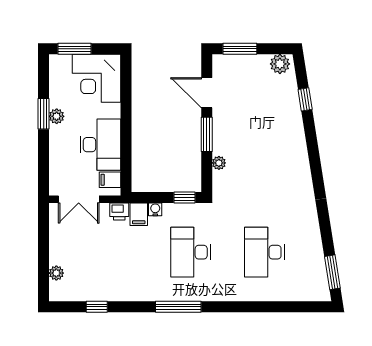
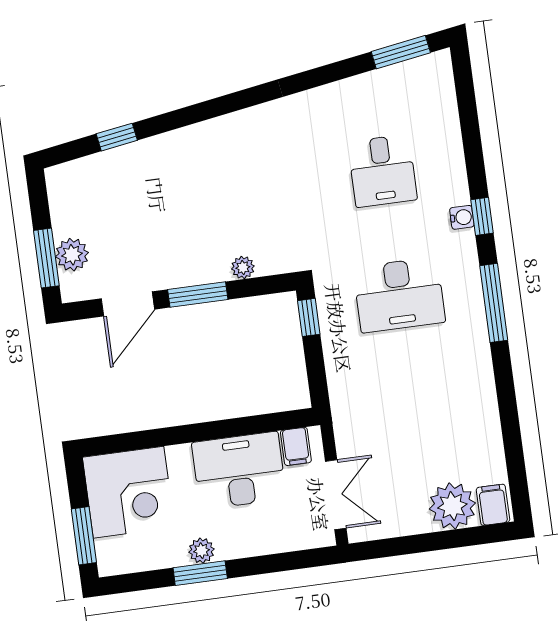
plant: (280, 64) -> (72, 255), moved
water cooler: (155, 209) -> (462, 217), moved, turned 180
printer: (119, 211) -> (347, 424), removed
filing cabinet: (139, 214) -> (493, 505), moved, turned -90
desk: (264, 252) -> (382, 171), width x0.73
plant: (56, 273) -> (452, 506), width x1.87, depth x1.87
window: (97, 307) -> (482, 216), moved

